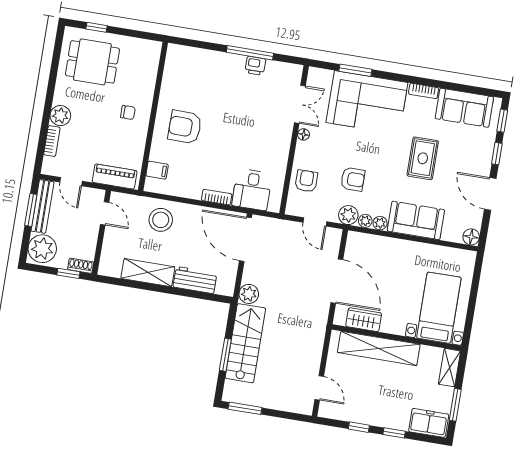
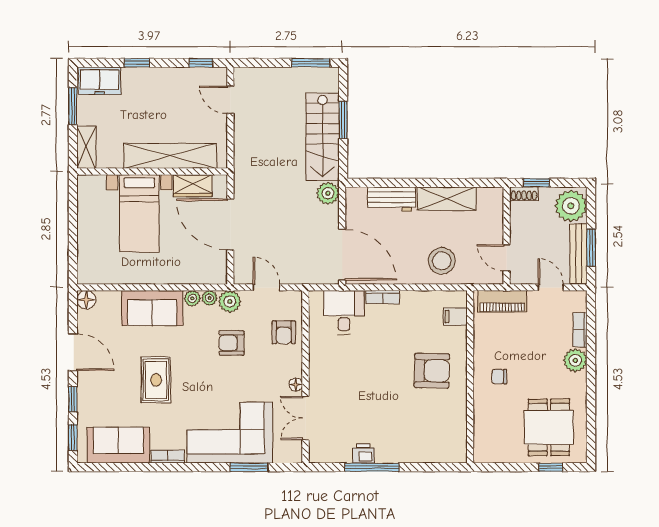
dining table: (92, 62) -> (549, 427), turned 90
bed with nightstands: (439, 308) -> (139, 213), moved
window: (359, 427) -> (201, 63), moved

